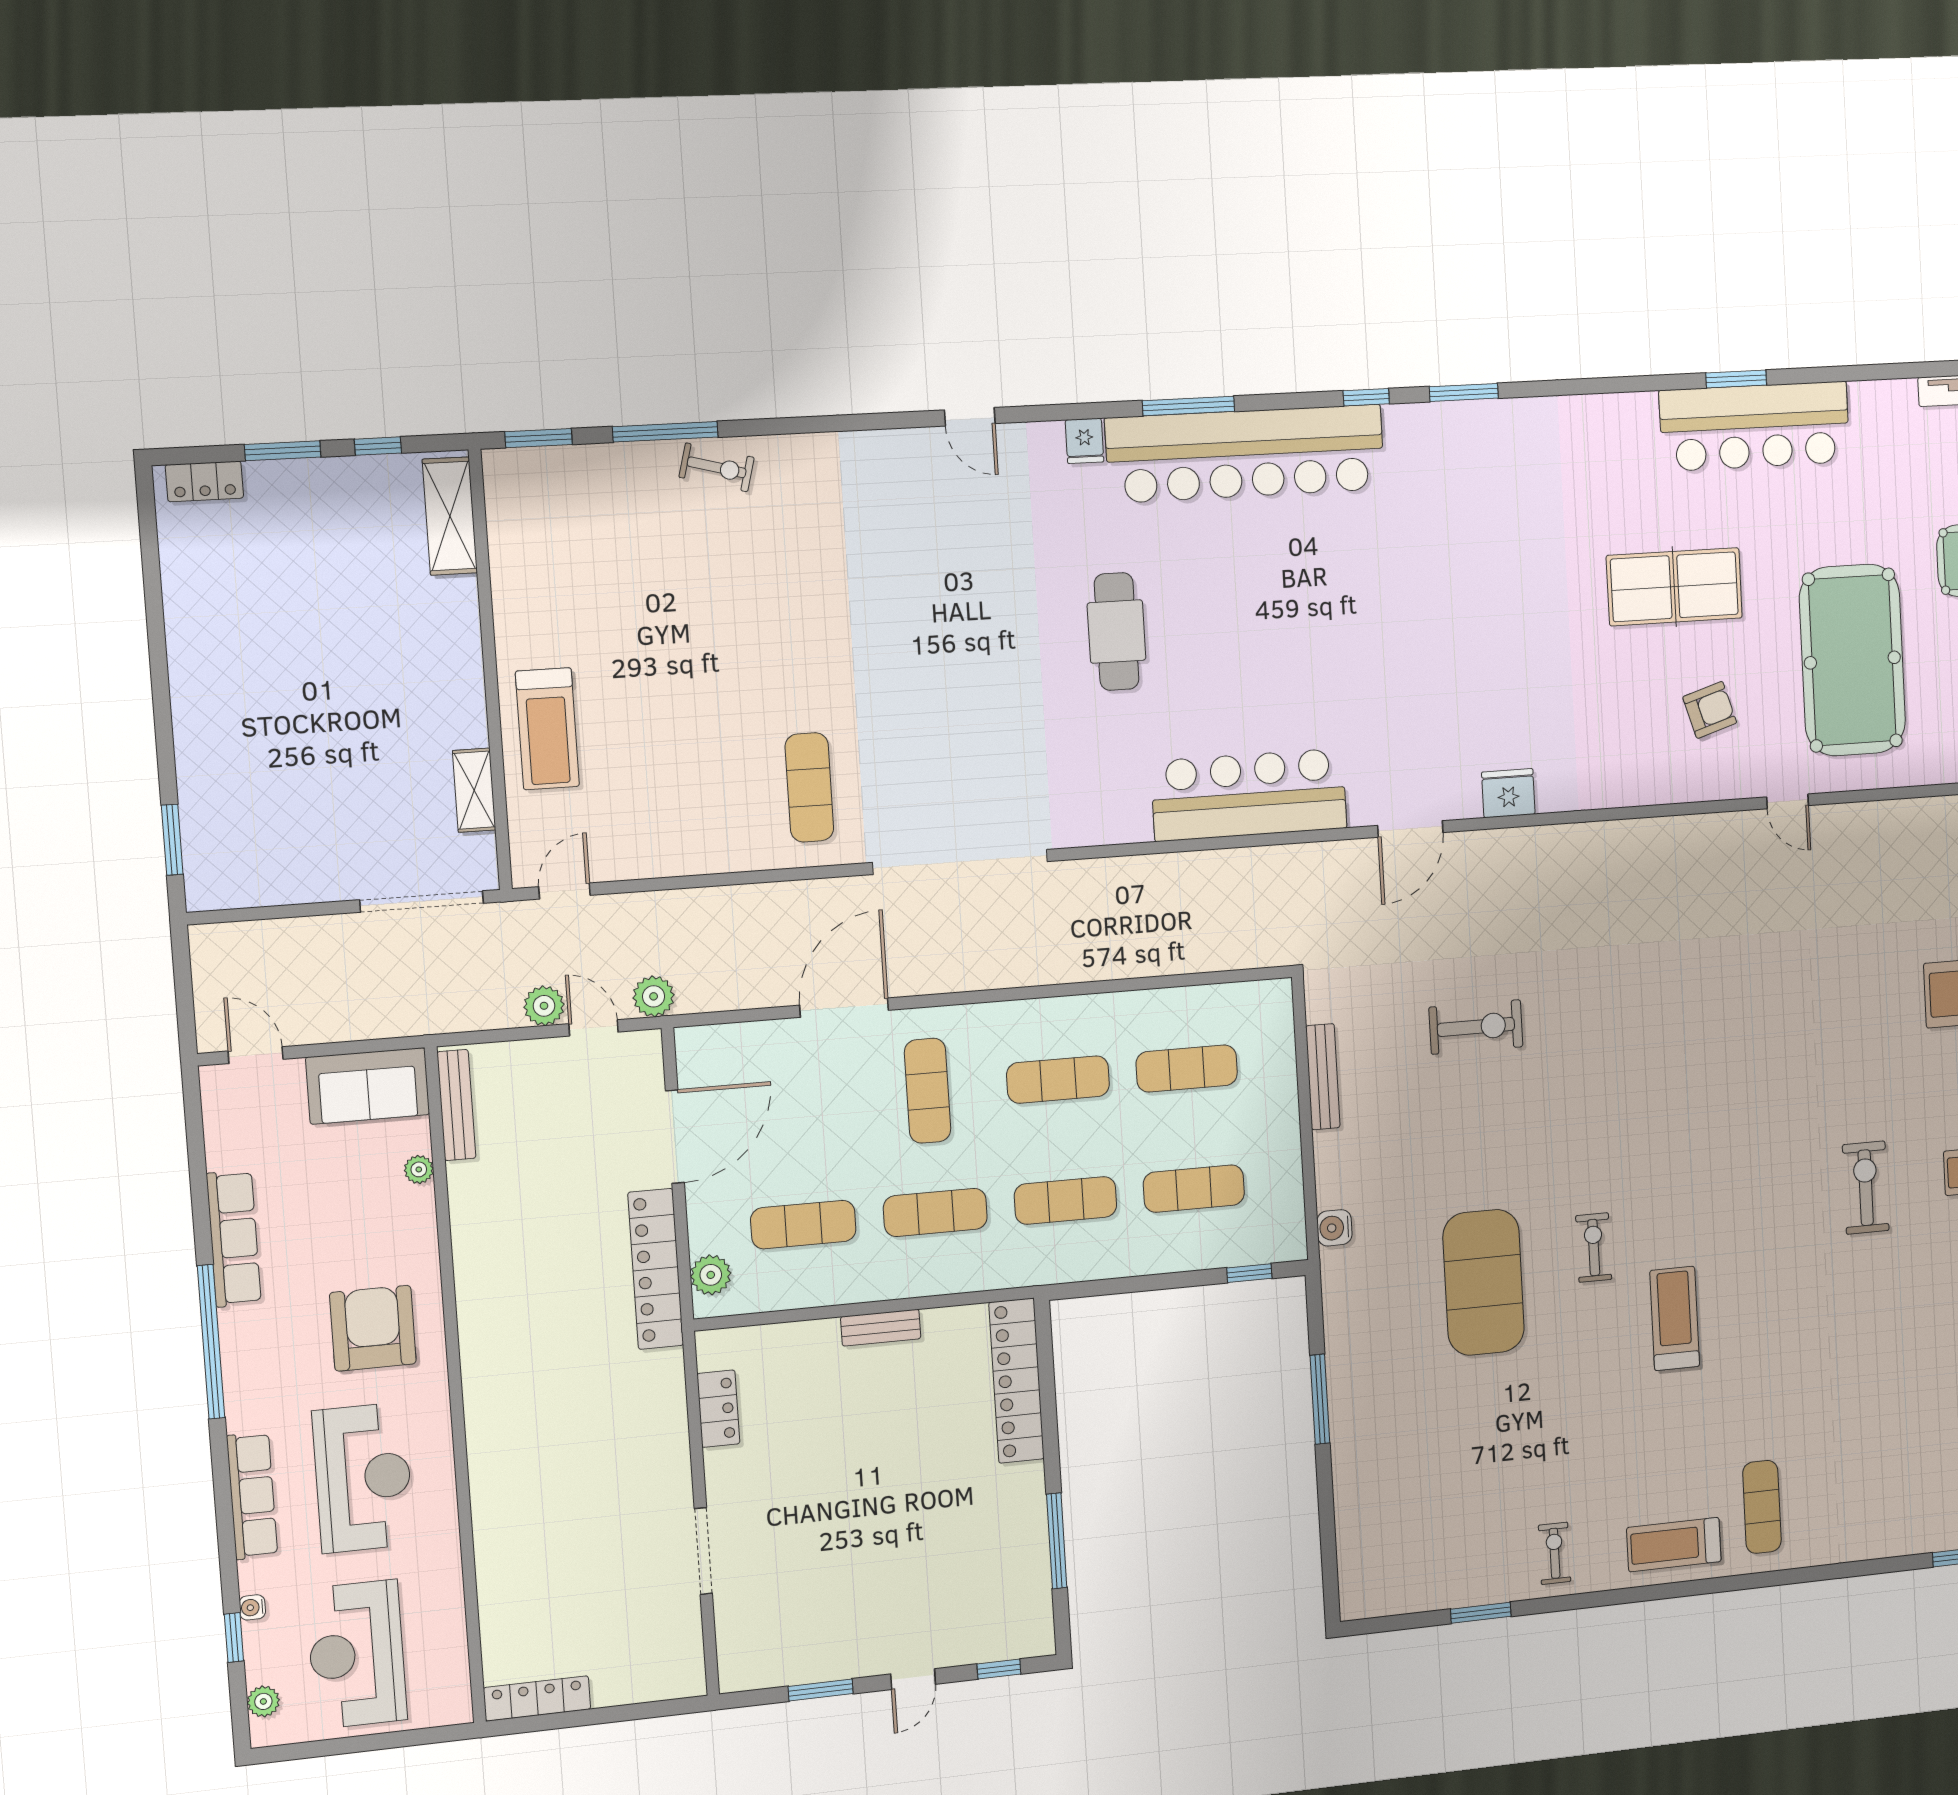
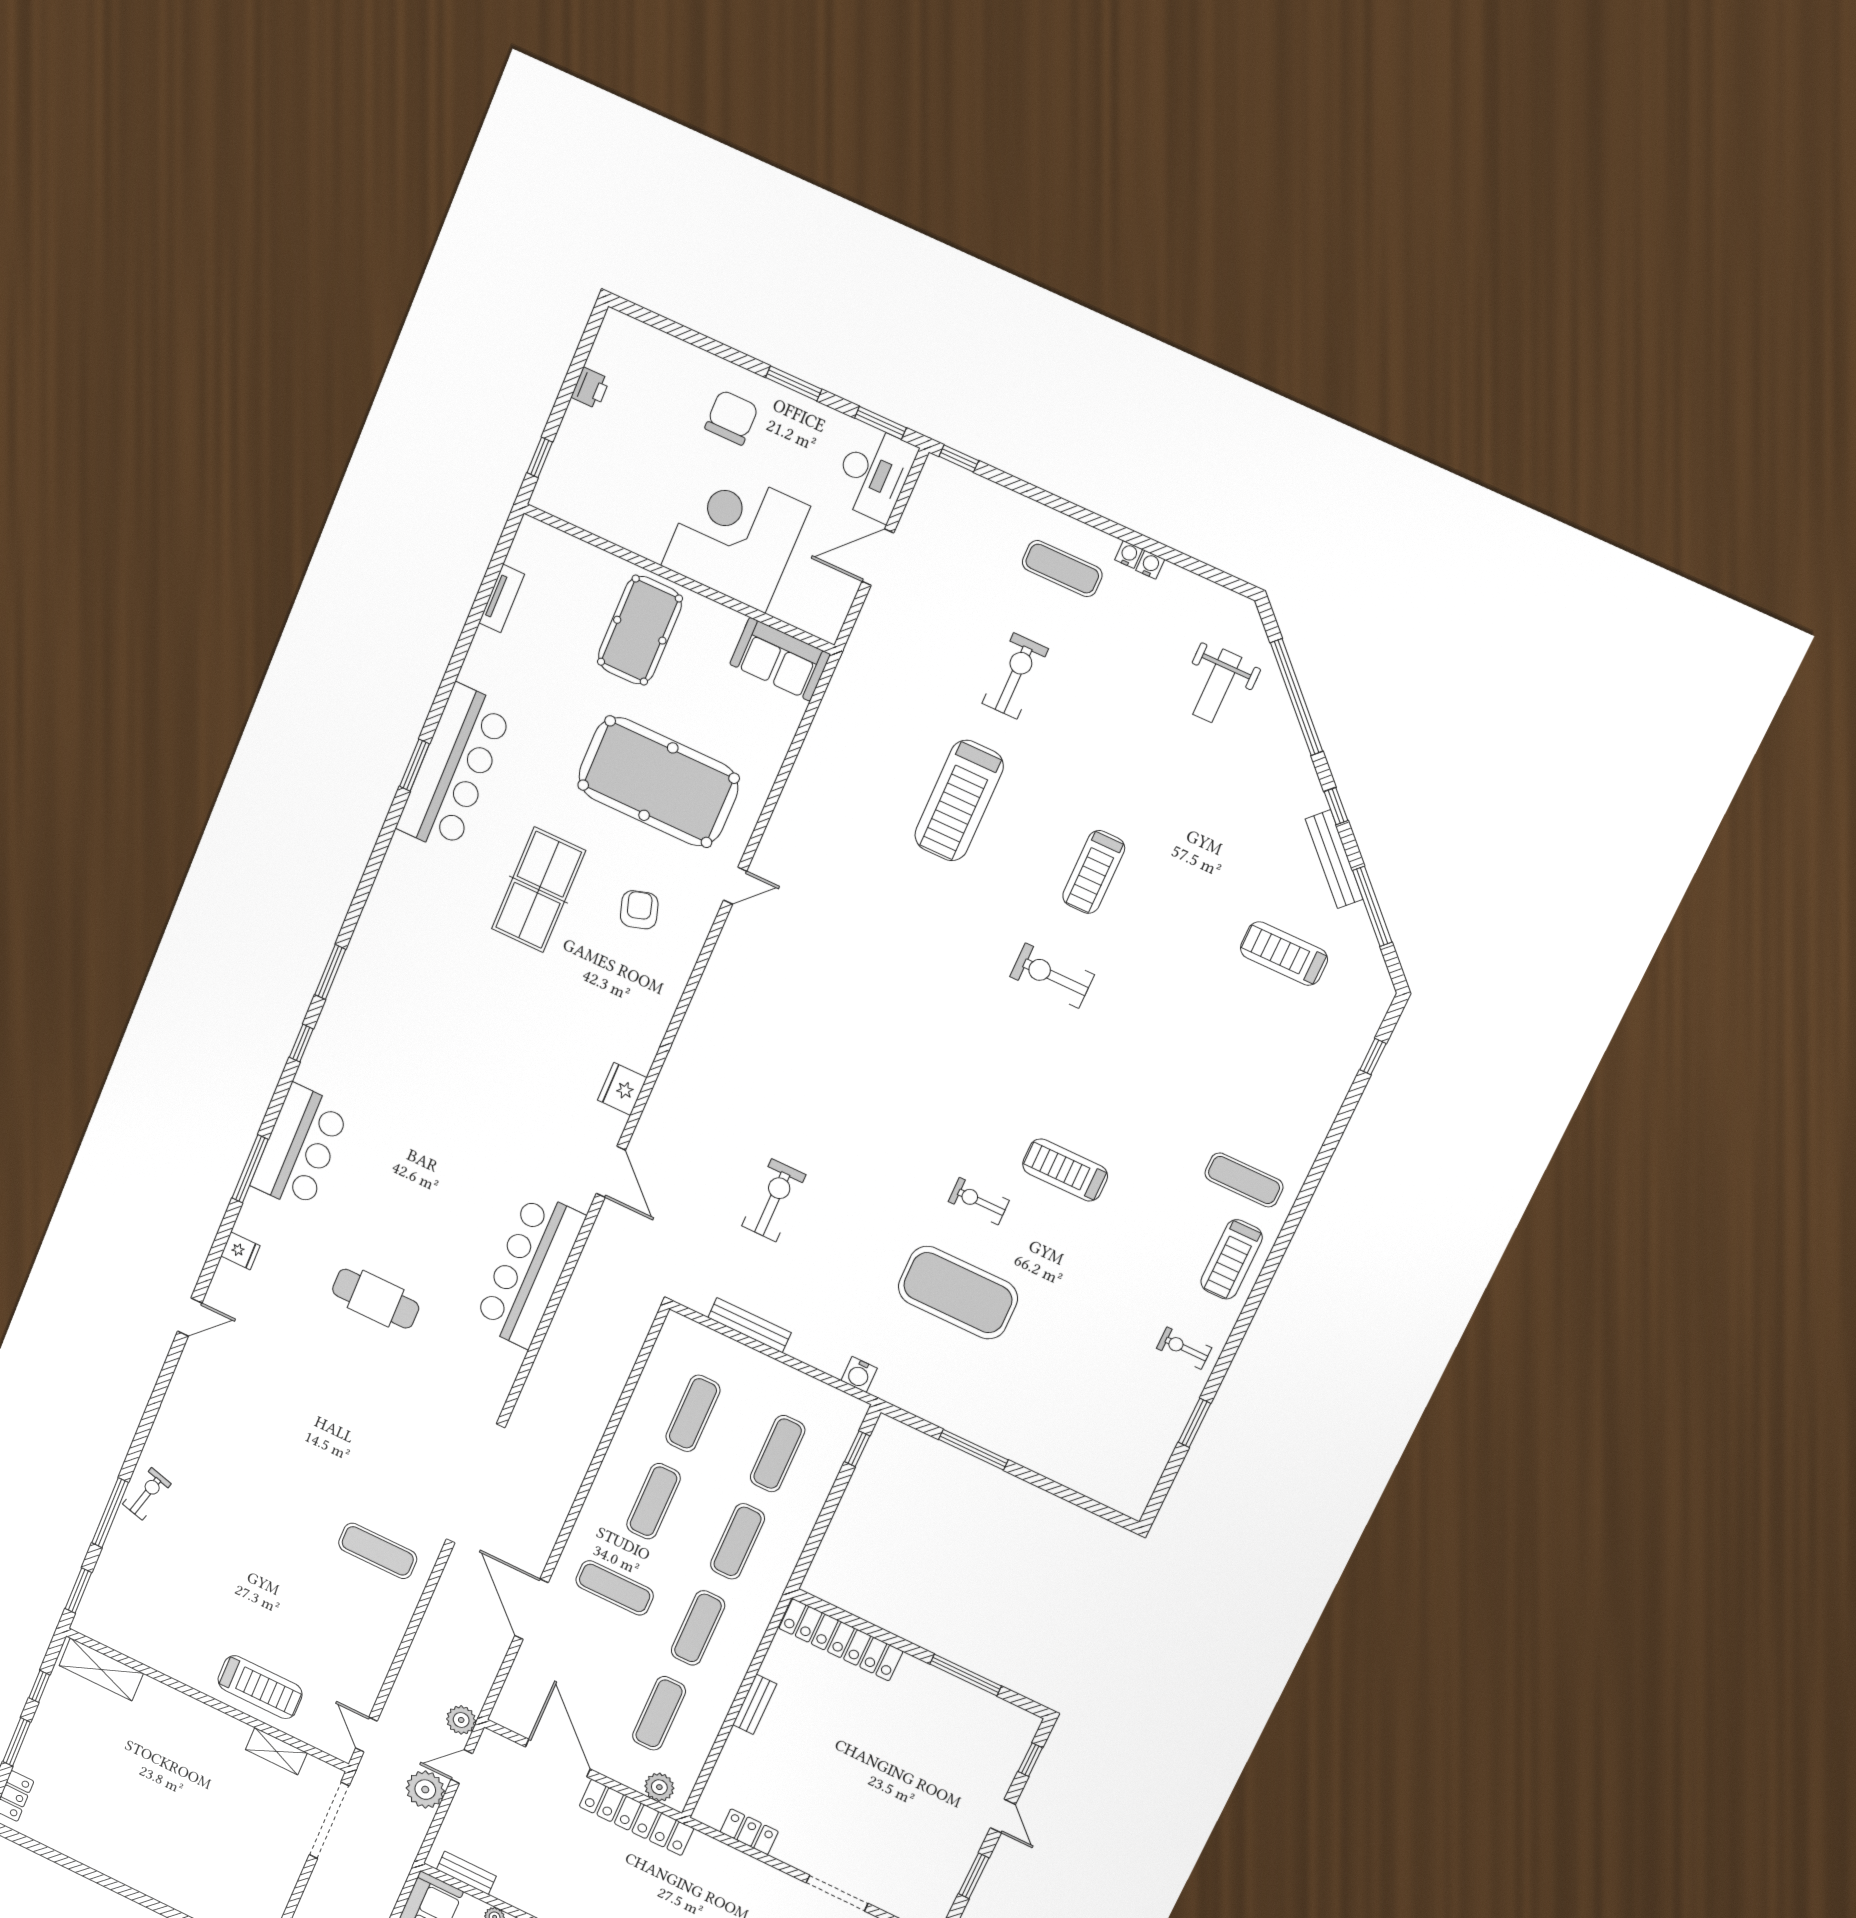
bar counter: (1246, 454) -> (300, 1147), width x0.54
plant: (544, 1006) -> (425, 1790), width x1.36, depth x1.36
bench: (456, 1105) -> (466, 1873), width x0.73

